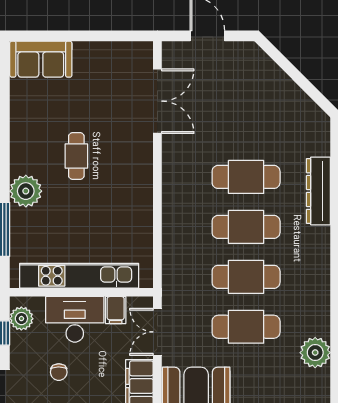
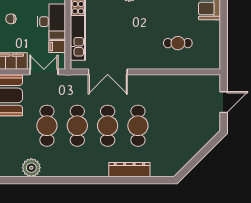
double door: (157, 101) -> (108, 72), moved
cafe table: (76, 156) -> (178, 43), moved
chair: (59, 372) -> (11, 19), moved

